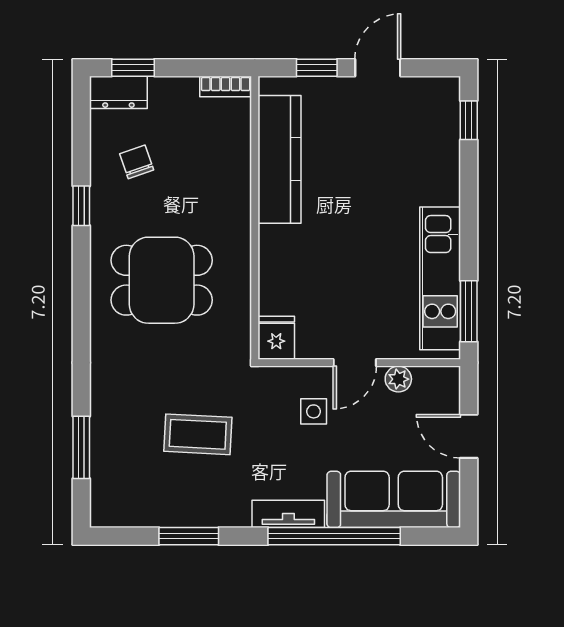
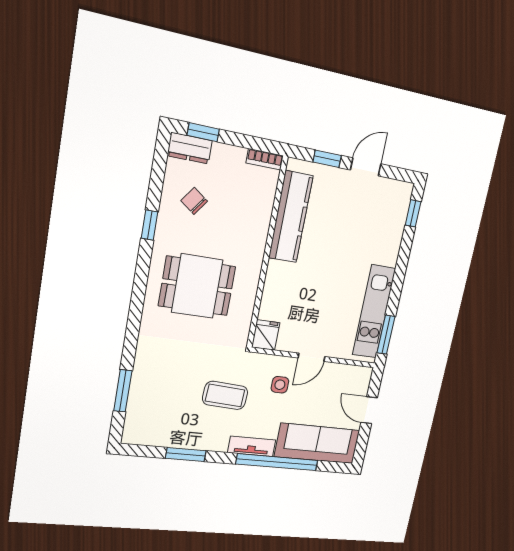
chair: (137, 162) -> (194, 201), turned -35
plant: (398, 379) -> (336, 371), removed
coffee table: (198, 434) -> (225, 395), moved

